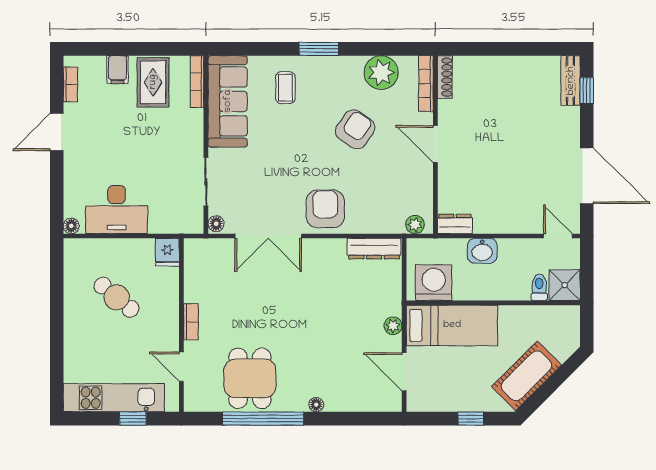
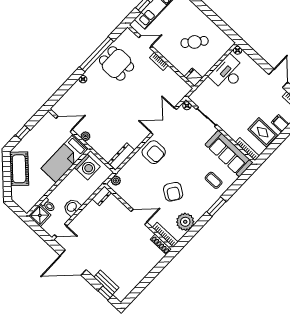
bench: (571, 81) -> (106, 282), moved
washbasin: (482, 251) -> (72, 207), moved

